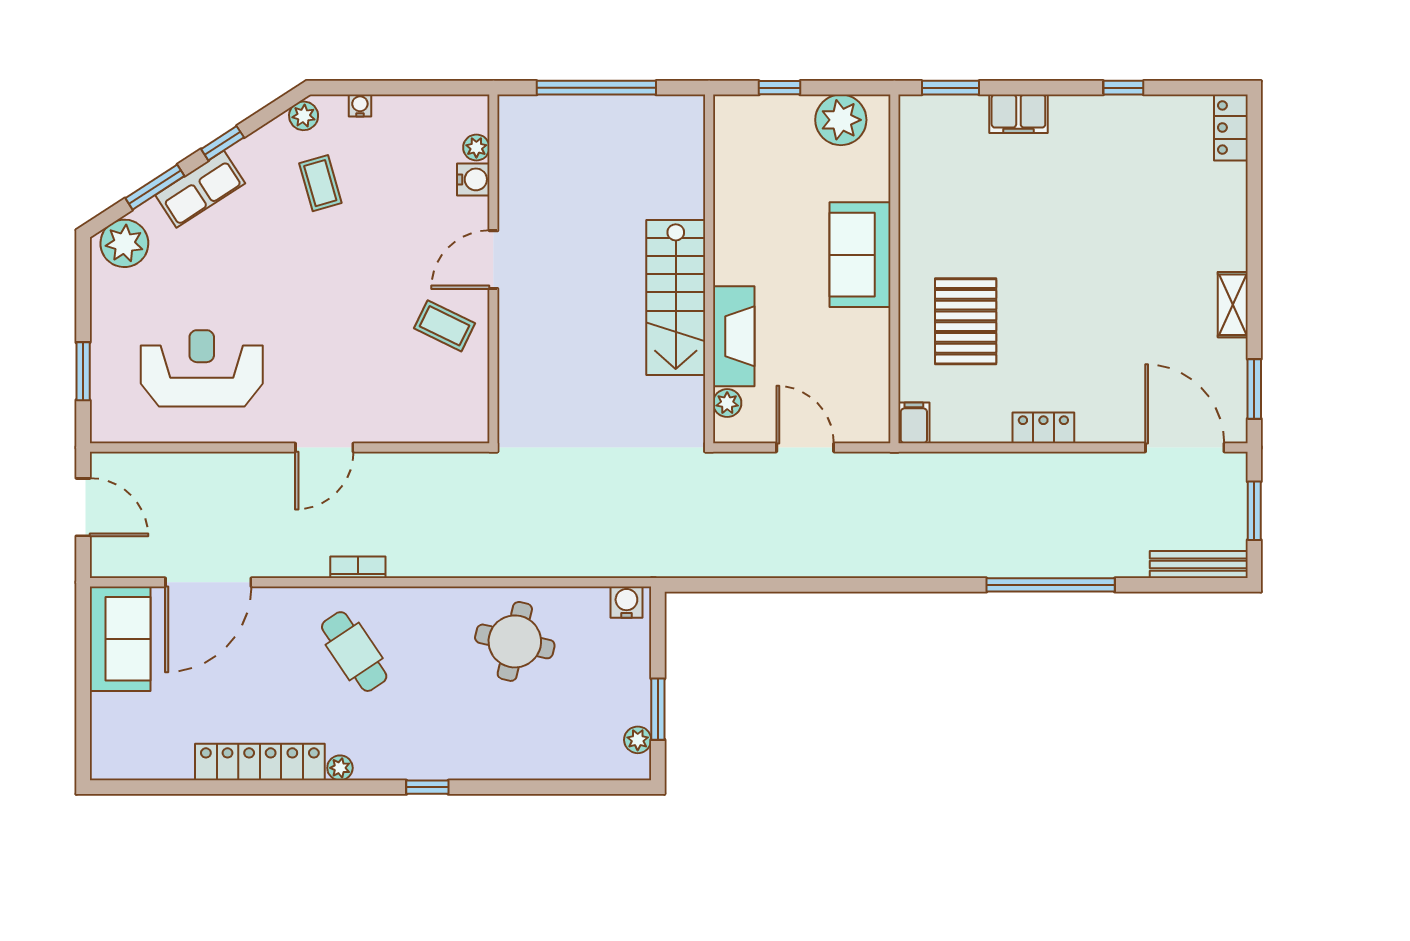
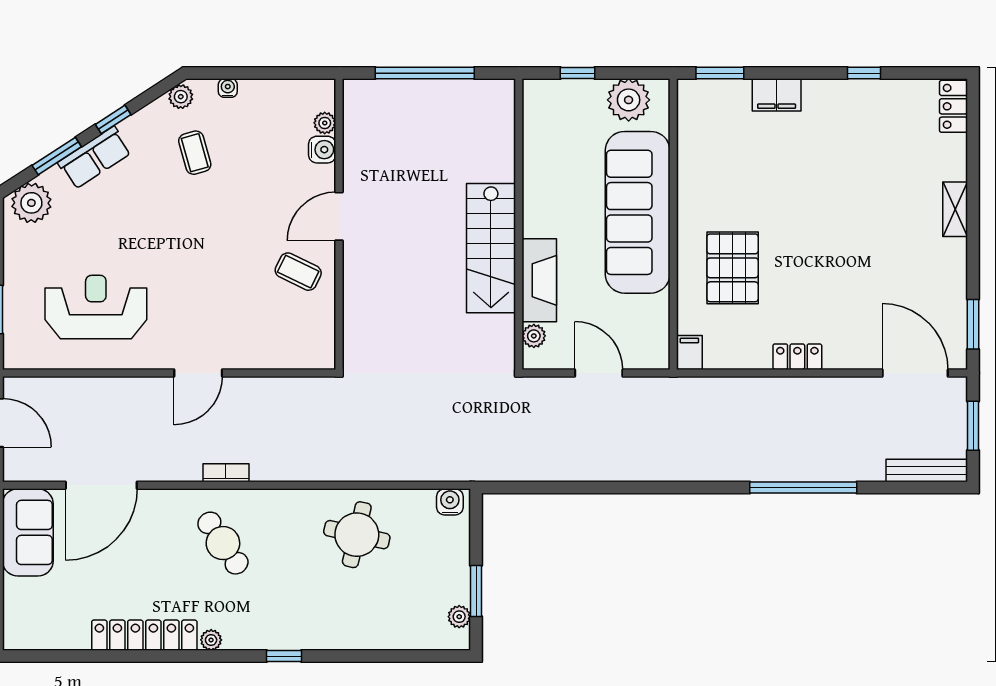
sofa: (860, 255) -> (638, 212), width x1.85, depth x1.27
shelving: (1233, 305) -> (955, 209), moved

